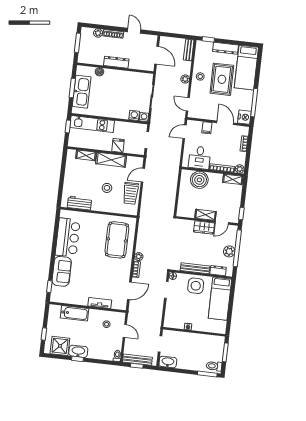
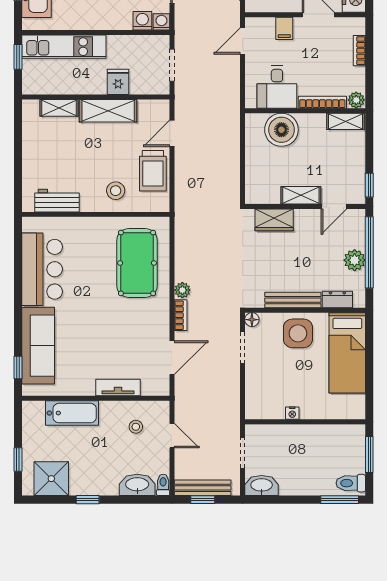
stool: (107, 188) -> (116, 191), moved
wardrobe: (204, 227) -> (274, 220), moved
sofa: (62, 271) -> (38, 346), width x1.36
washbasin: (78, 351) -> (137, 485), moved

